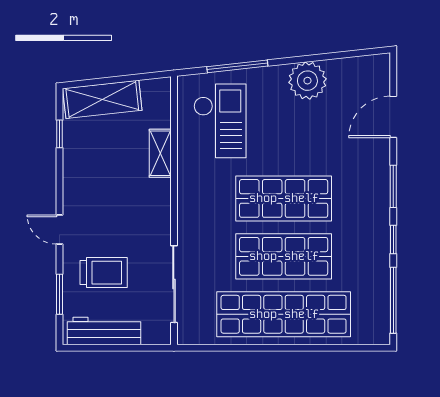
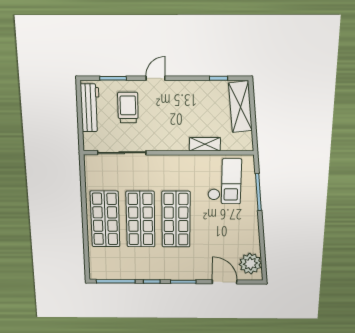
plant: (307, 81) -> (250, 264), moved
checkout: (220, 121) -> (225, 181), turned -90
trolley: (104, 273) -> (128, 108), turned 180
shop shelf: (284, 314) -> (105, 219), width x0.71

